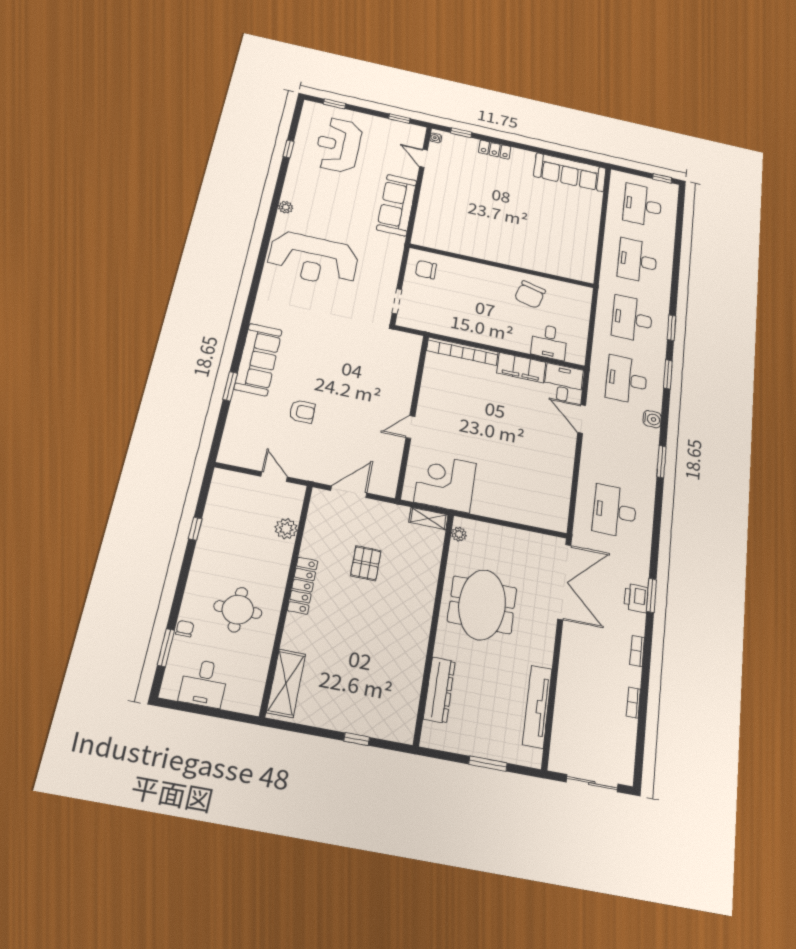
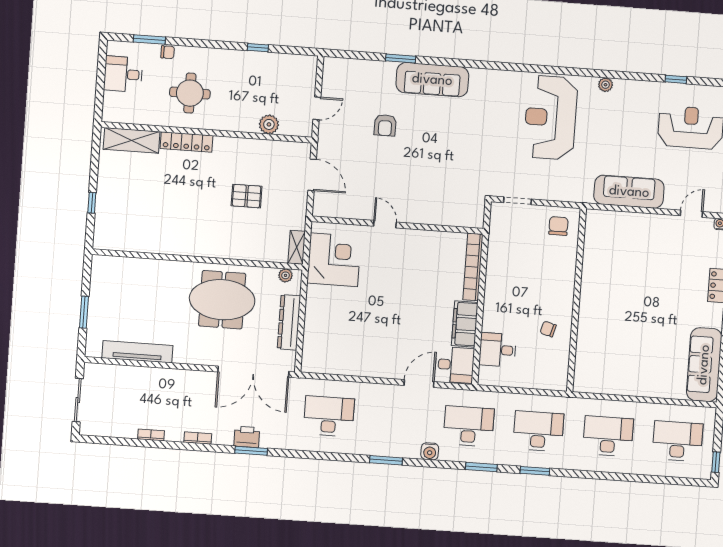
chair: (530, 295) -> (548, 329), width x0.54, depth x0.54
locker: (303, 586) -> (186, 142), moved
dresser: (439, 690) -> (289, 322), moved, turned 90

